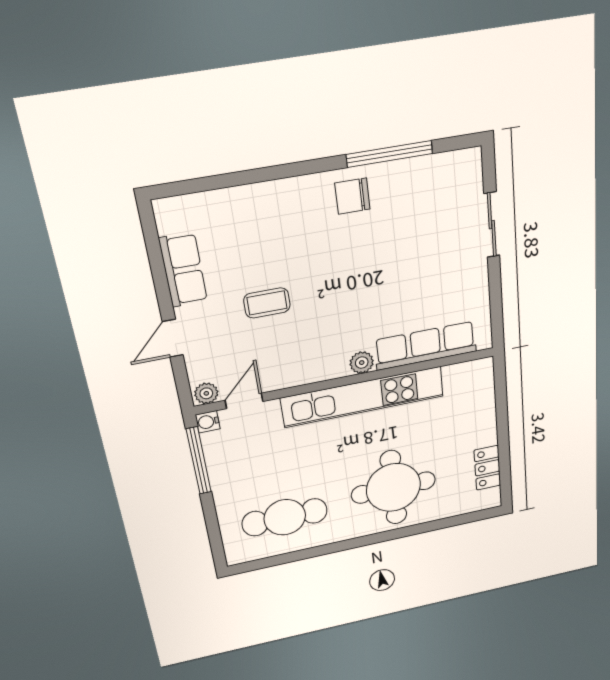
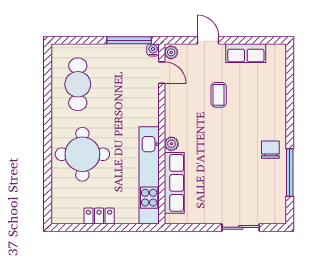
kitchen unit: (363, 397) -> (149, 175), moved
locker: (487, 468) -> (99, 216), moved

